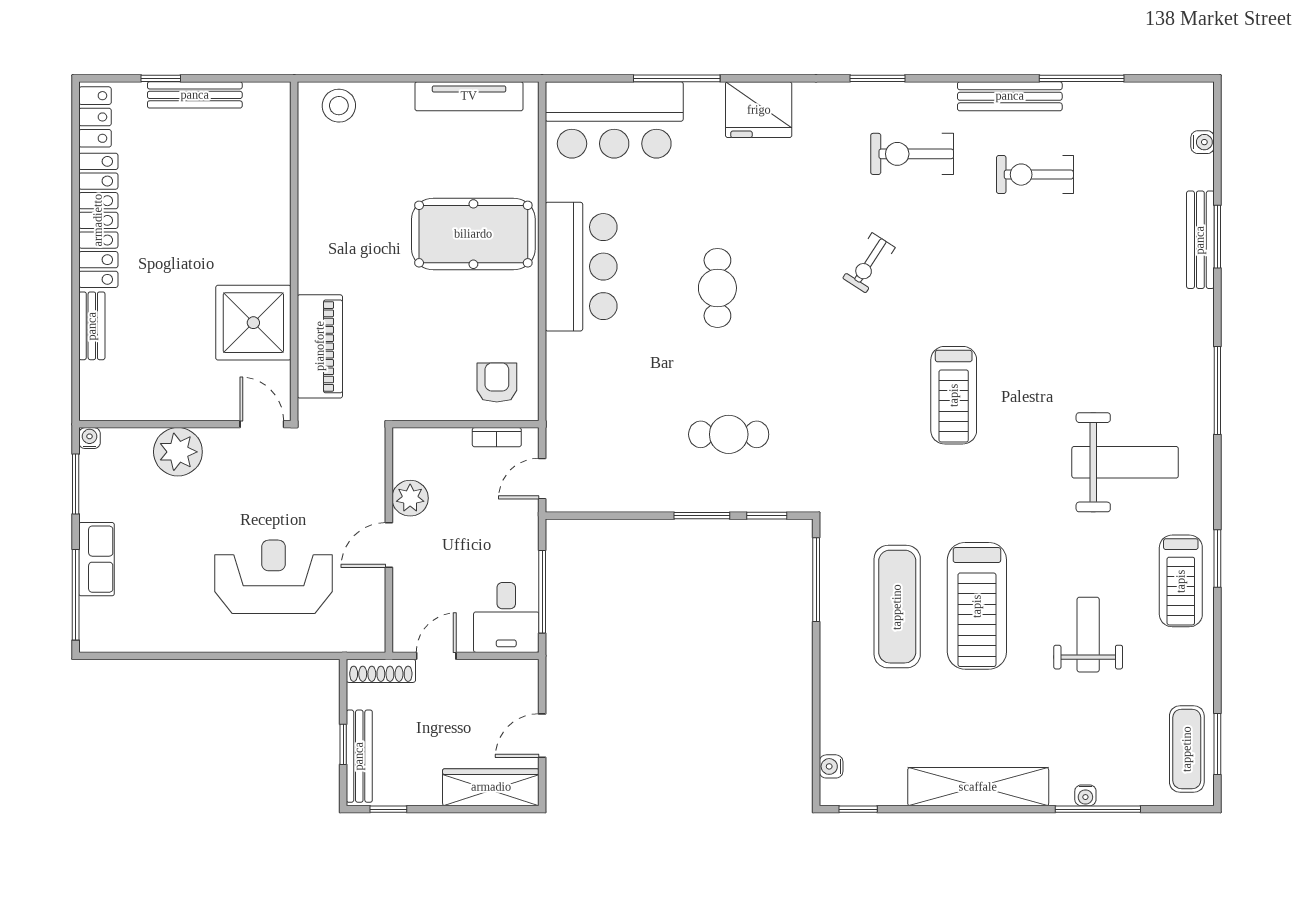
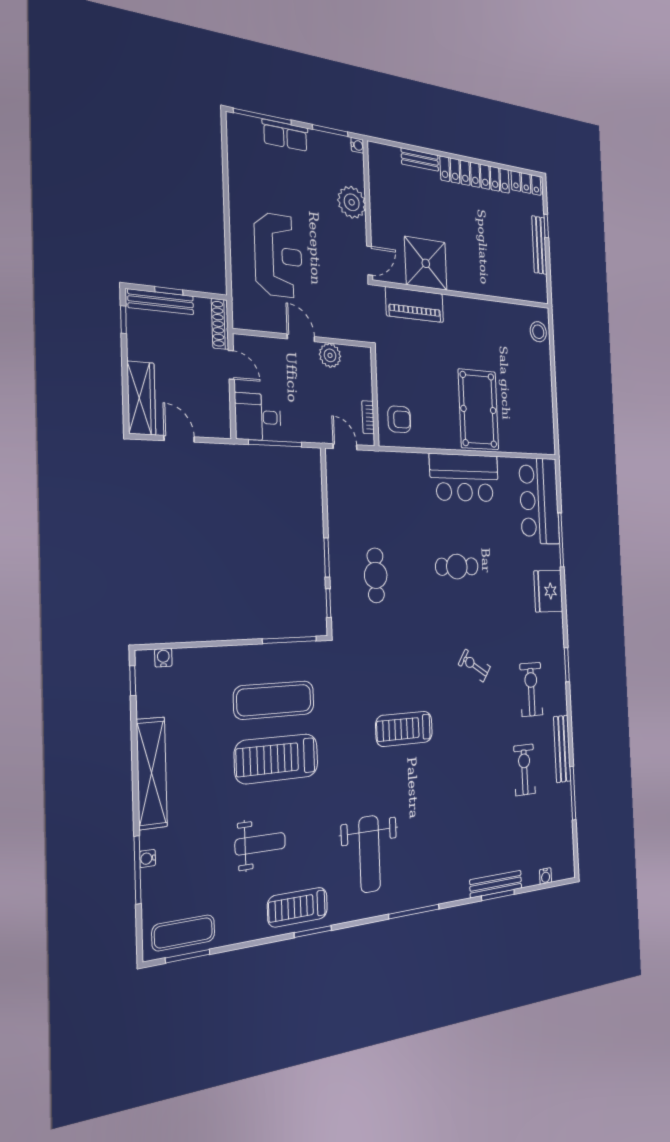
tv unit: (469, 96) -> (546, 412), removed

